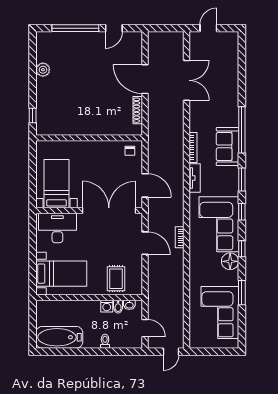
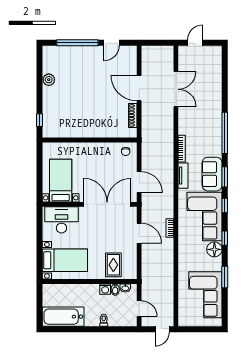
sofa: (227, 146) -> (212, 174), moved

